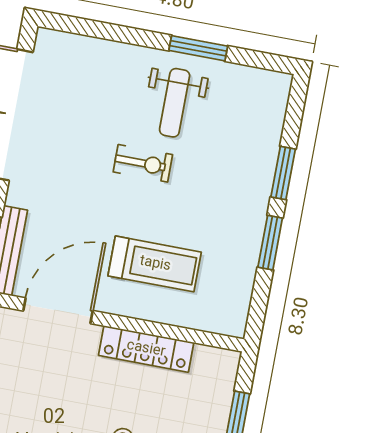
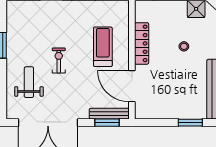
weight bench: (175, 103) -> (29, 82), moved, turned -90

